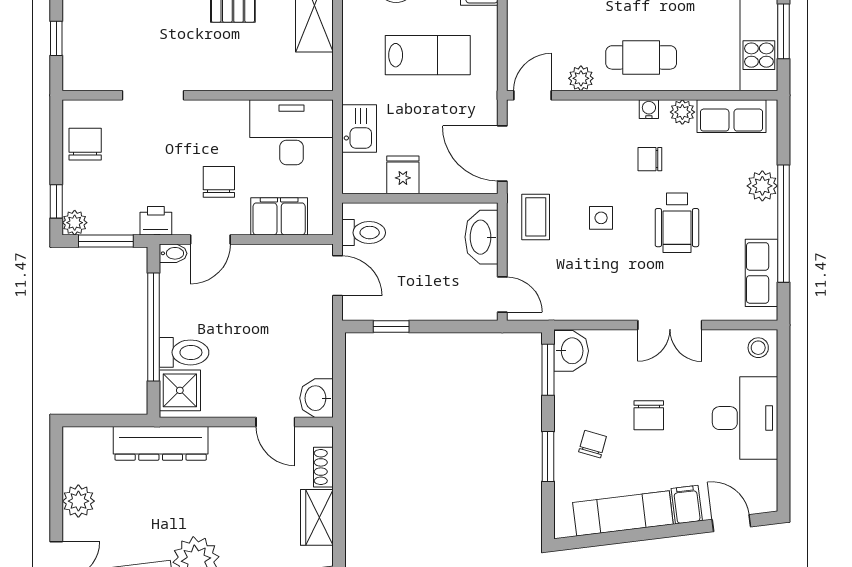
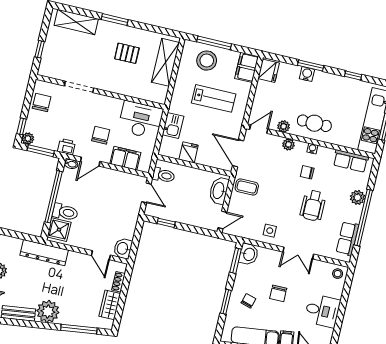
plant: (682, 112) -> (288, 144), moved
coffee table: (536, 217) -> (247, 187), turned 90
side table: (601, 218) -> (270, 231), moved
door: (502, 295) -> (222, 220), hinge flipped
desk: (745, 418) -> (322, 311), width x0.73

